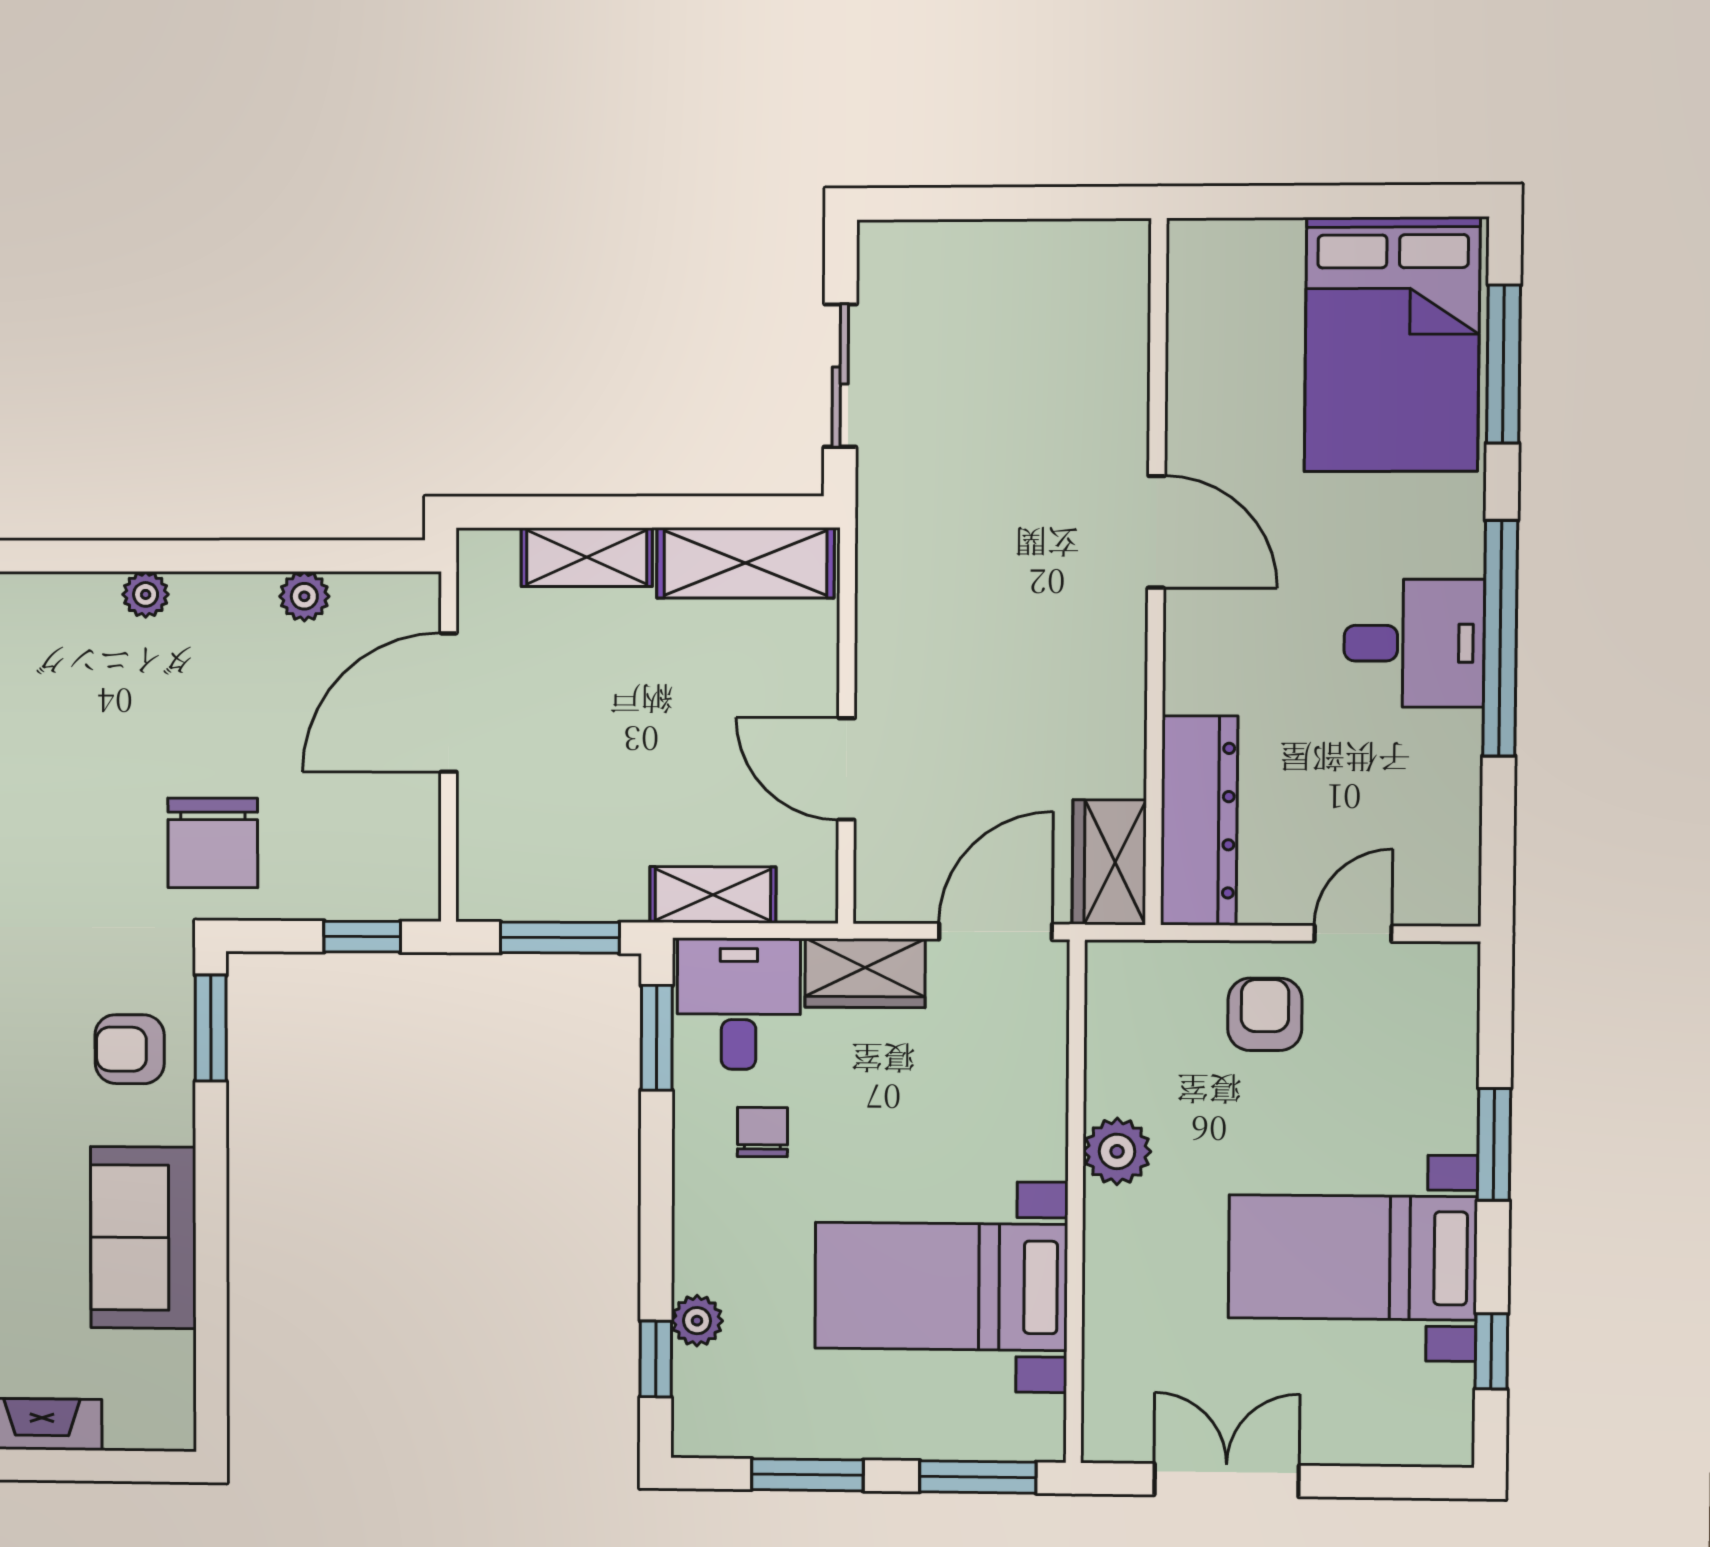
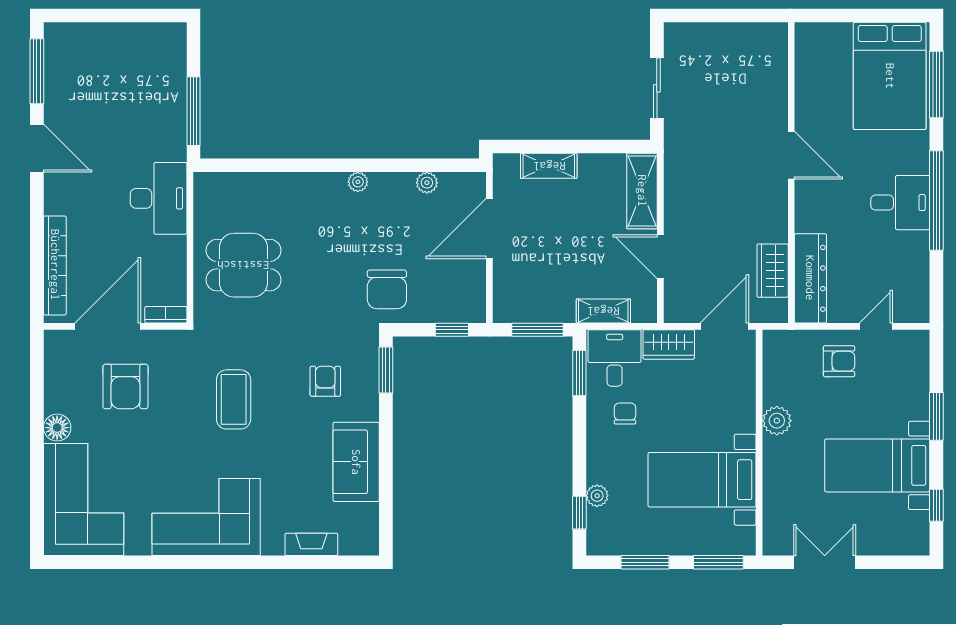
shelving: (745, 563) -> (642, 191), moved, turned 90
wardrobe: (1109, 862) -> (773, 271), moved
armchair: (1265, 1014) -> (839, 361), turned 90
armchair: (130, 1049) -> (325, 381), moved, turned 90

